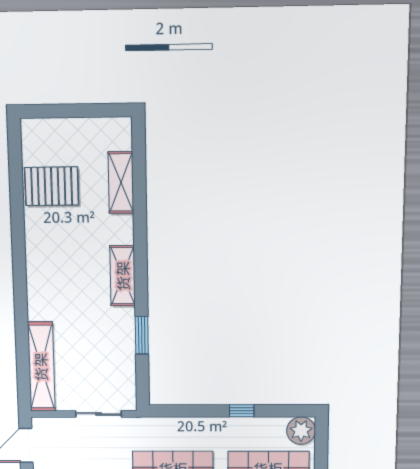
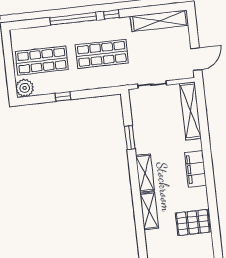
shelving: (121, 183) -> (149, 211), moved
filing cabinet: (40, 274) -> (196, 169), added

